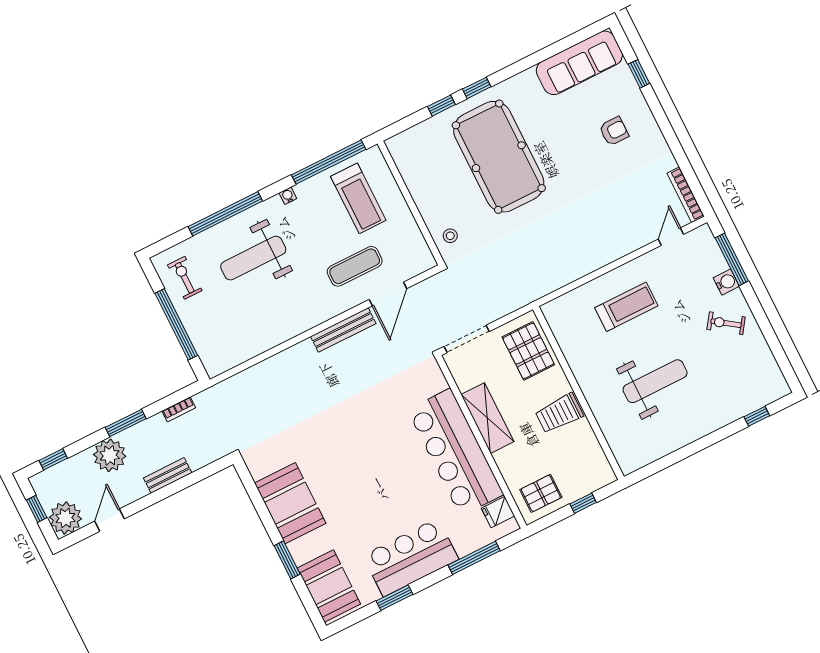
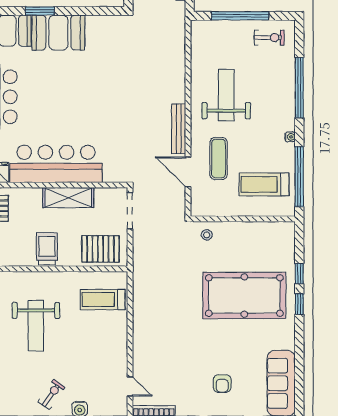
weight bench: (253, 258) -> (226, 95), moved
treadmill: (626, 307) -> (103, 300), moved, turned 90
booth: (290, 503) -> (58, 33), moved

